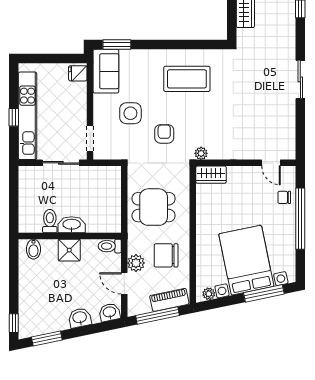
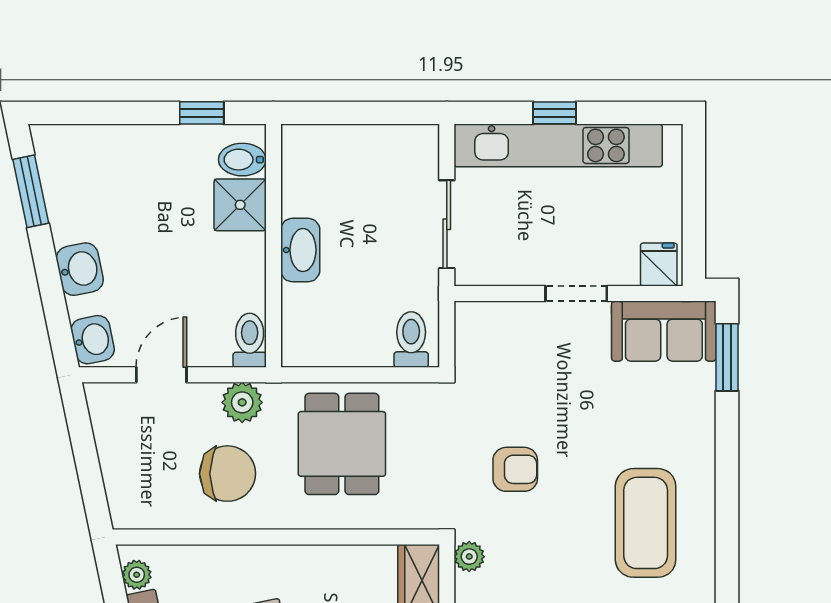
side table: (130, 113) -> (564, 389), removed
doorway: (90, 139) -> (576, 294), moved
toilet: (50, 221) -> (411, 339), moved, turned -90
shower: (69, 250) -> (240, 205), moved
chair: (166, 255) -> (228, 474), turned 90
plant: (136, 263) -> (242, 402), moved
piano: (169, 300) -> (122, 481), removed
window: (157, 315) -> (85, 453), removed
window: (14, 323) -> (202, 113), moved

